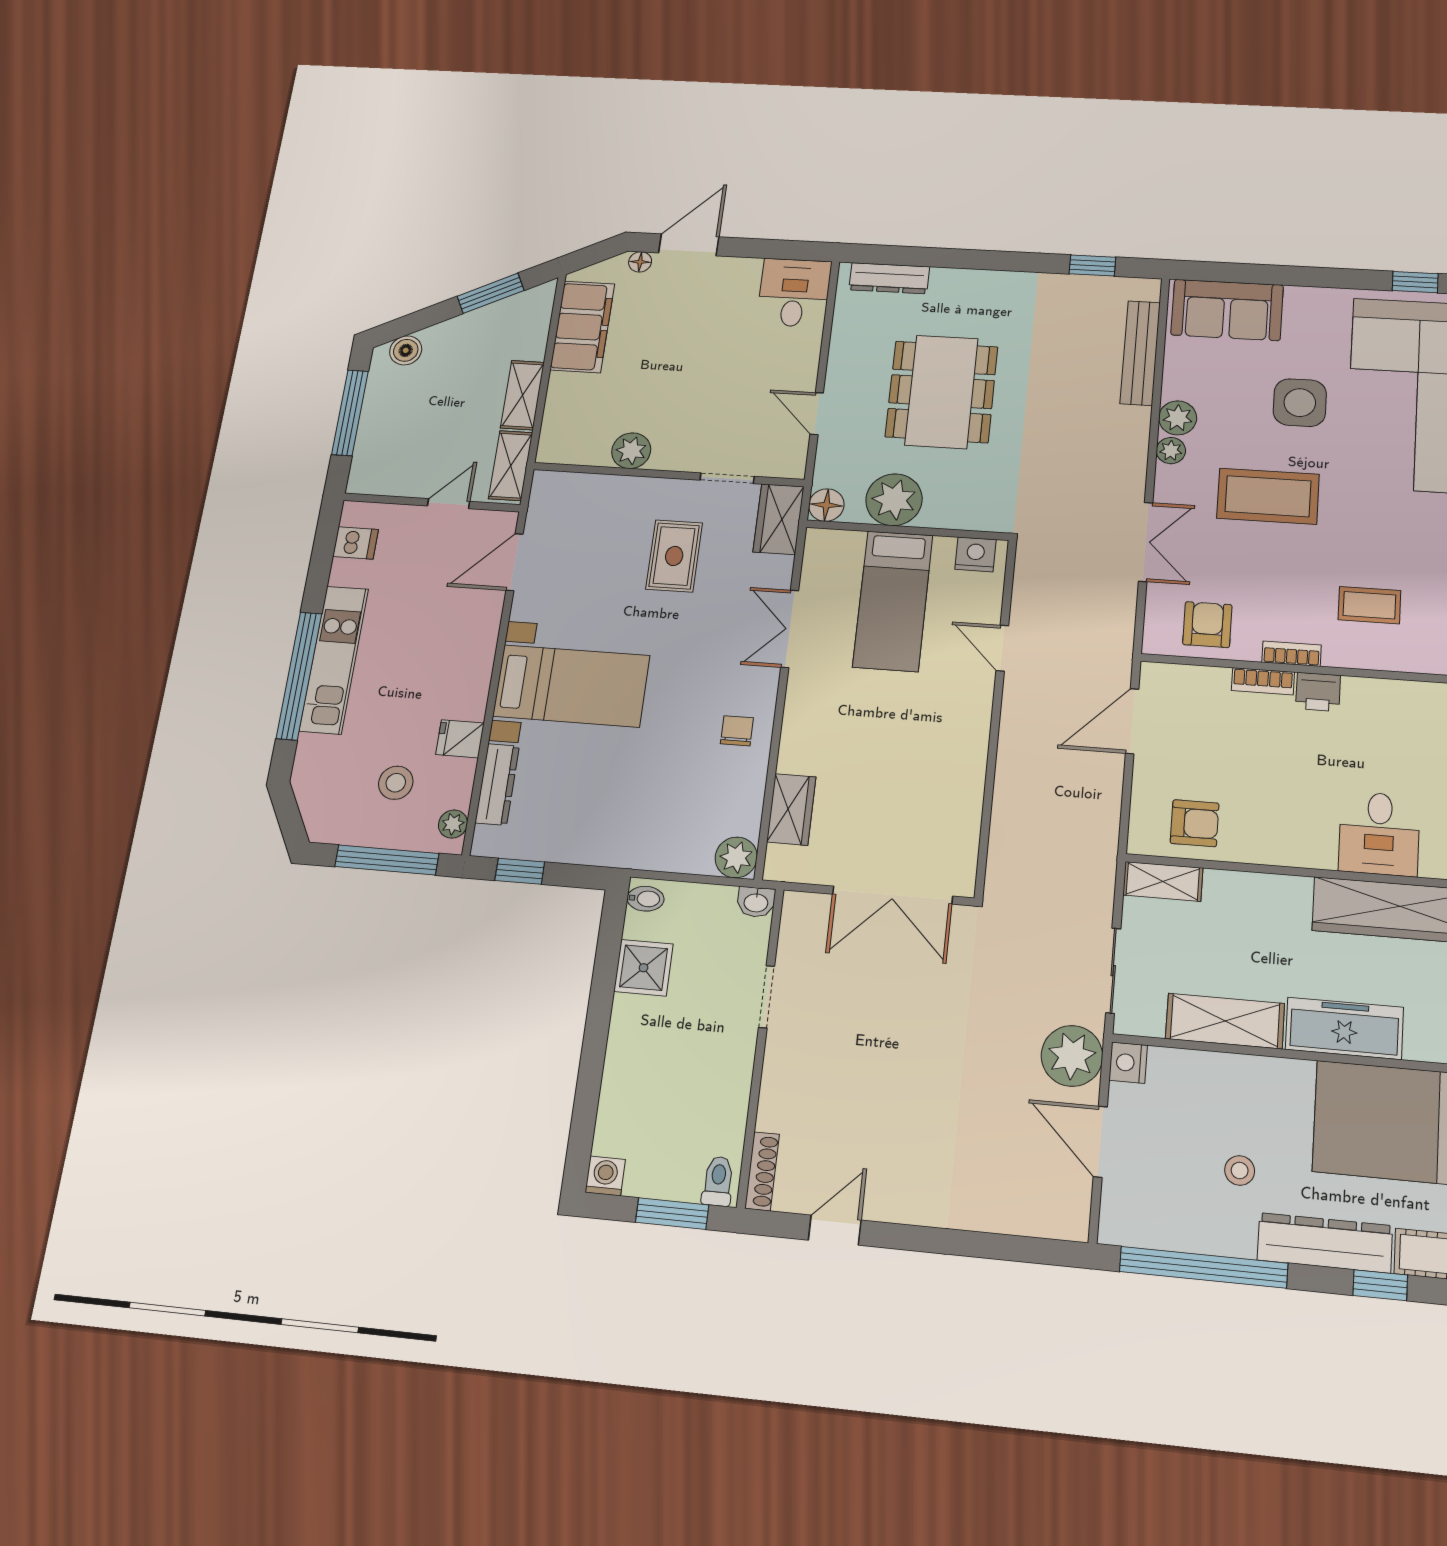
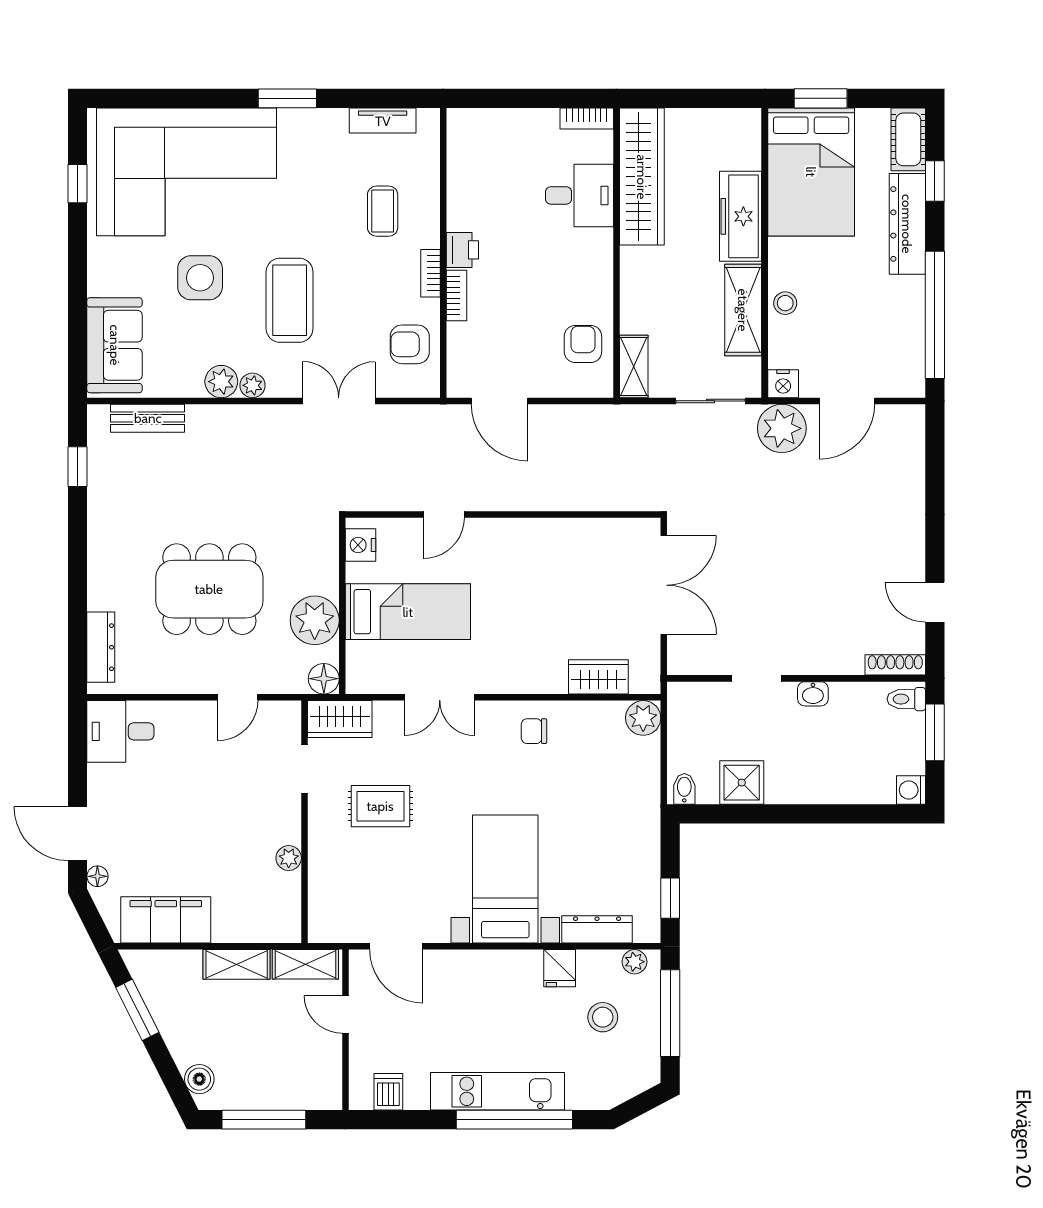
bench: (1140, 353) -> (148, 418), width x0.73
plant: (631, 451) -> (289, 858), width x0.73, depth x0.73
washbasin: (756, 902) -> (813, 694), moved, turned 90
stool: (1240, 1170) -> (785, 303), moved

